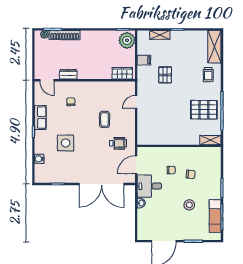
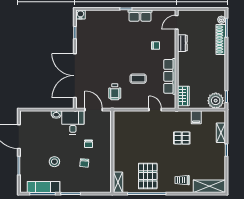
row of seats: (102, 87) -> (170, 76), added
side table: (66, 143) -> (115, 40), removed
water cooler: (39, 159) -> (80, 15), moved

